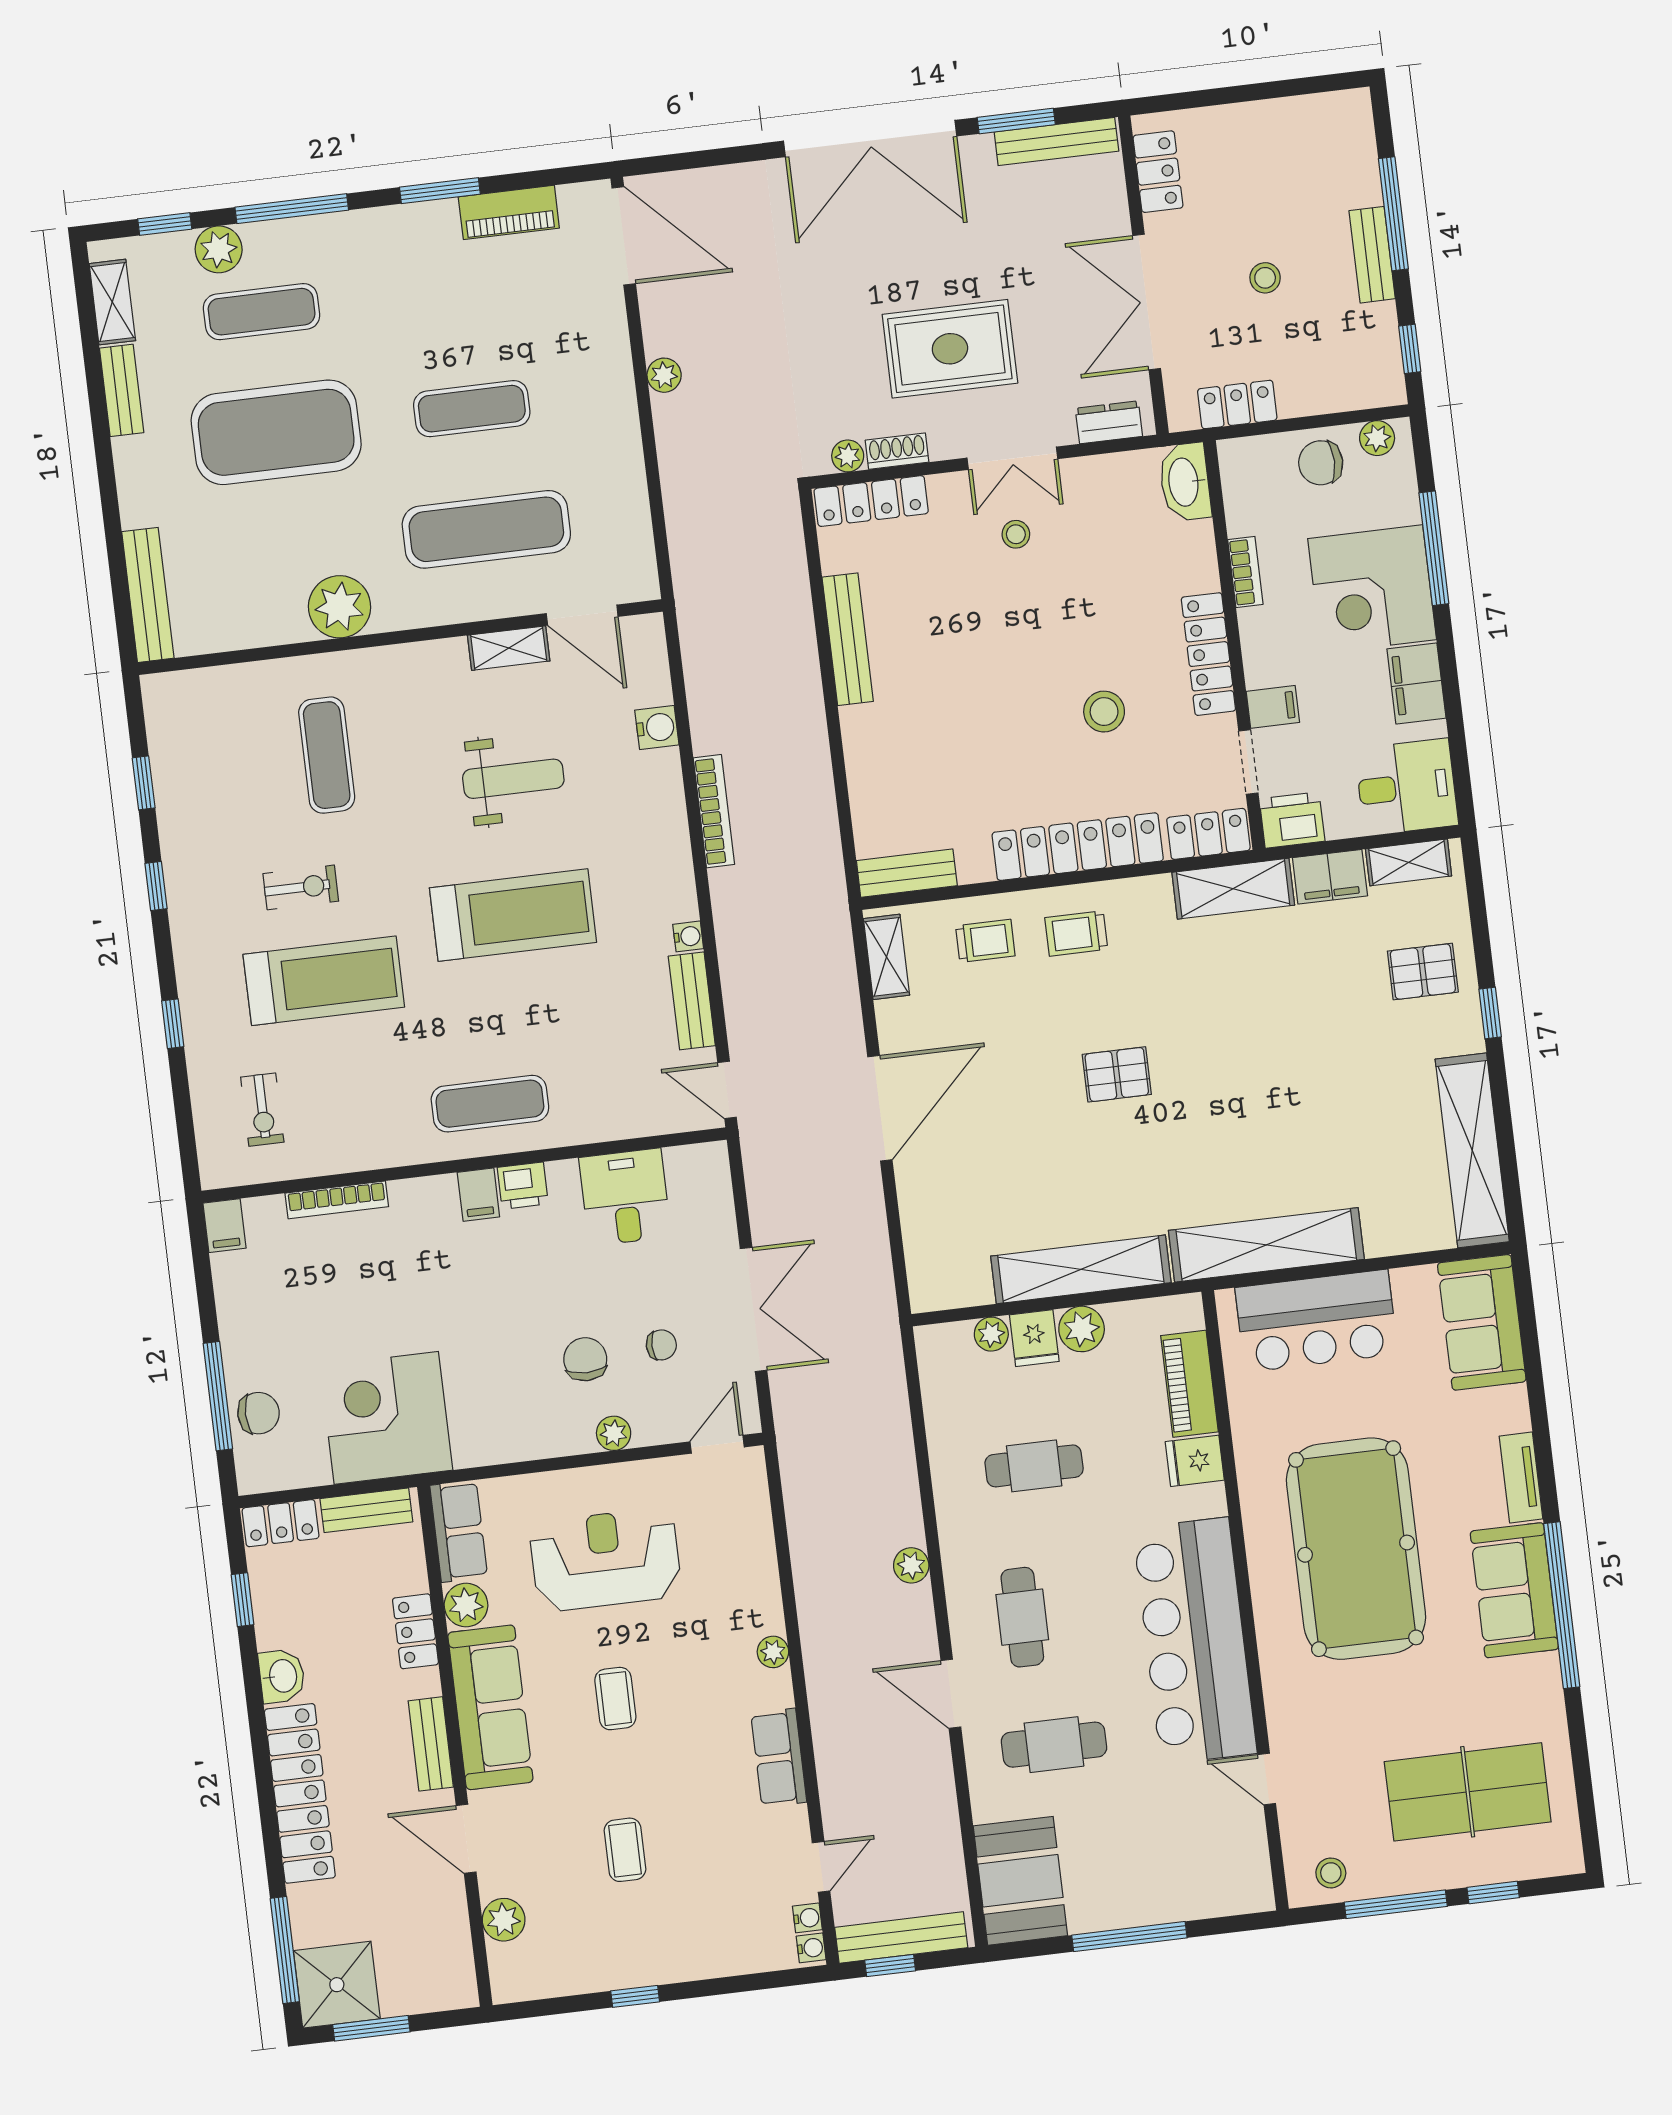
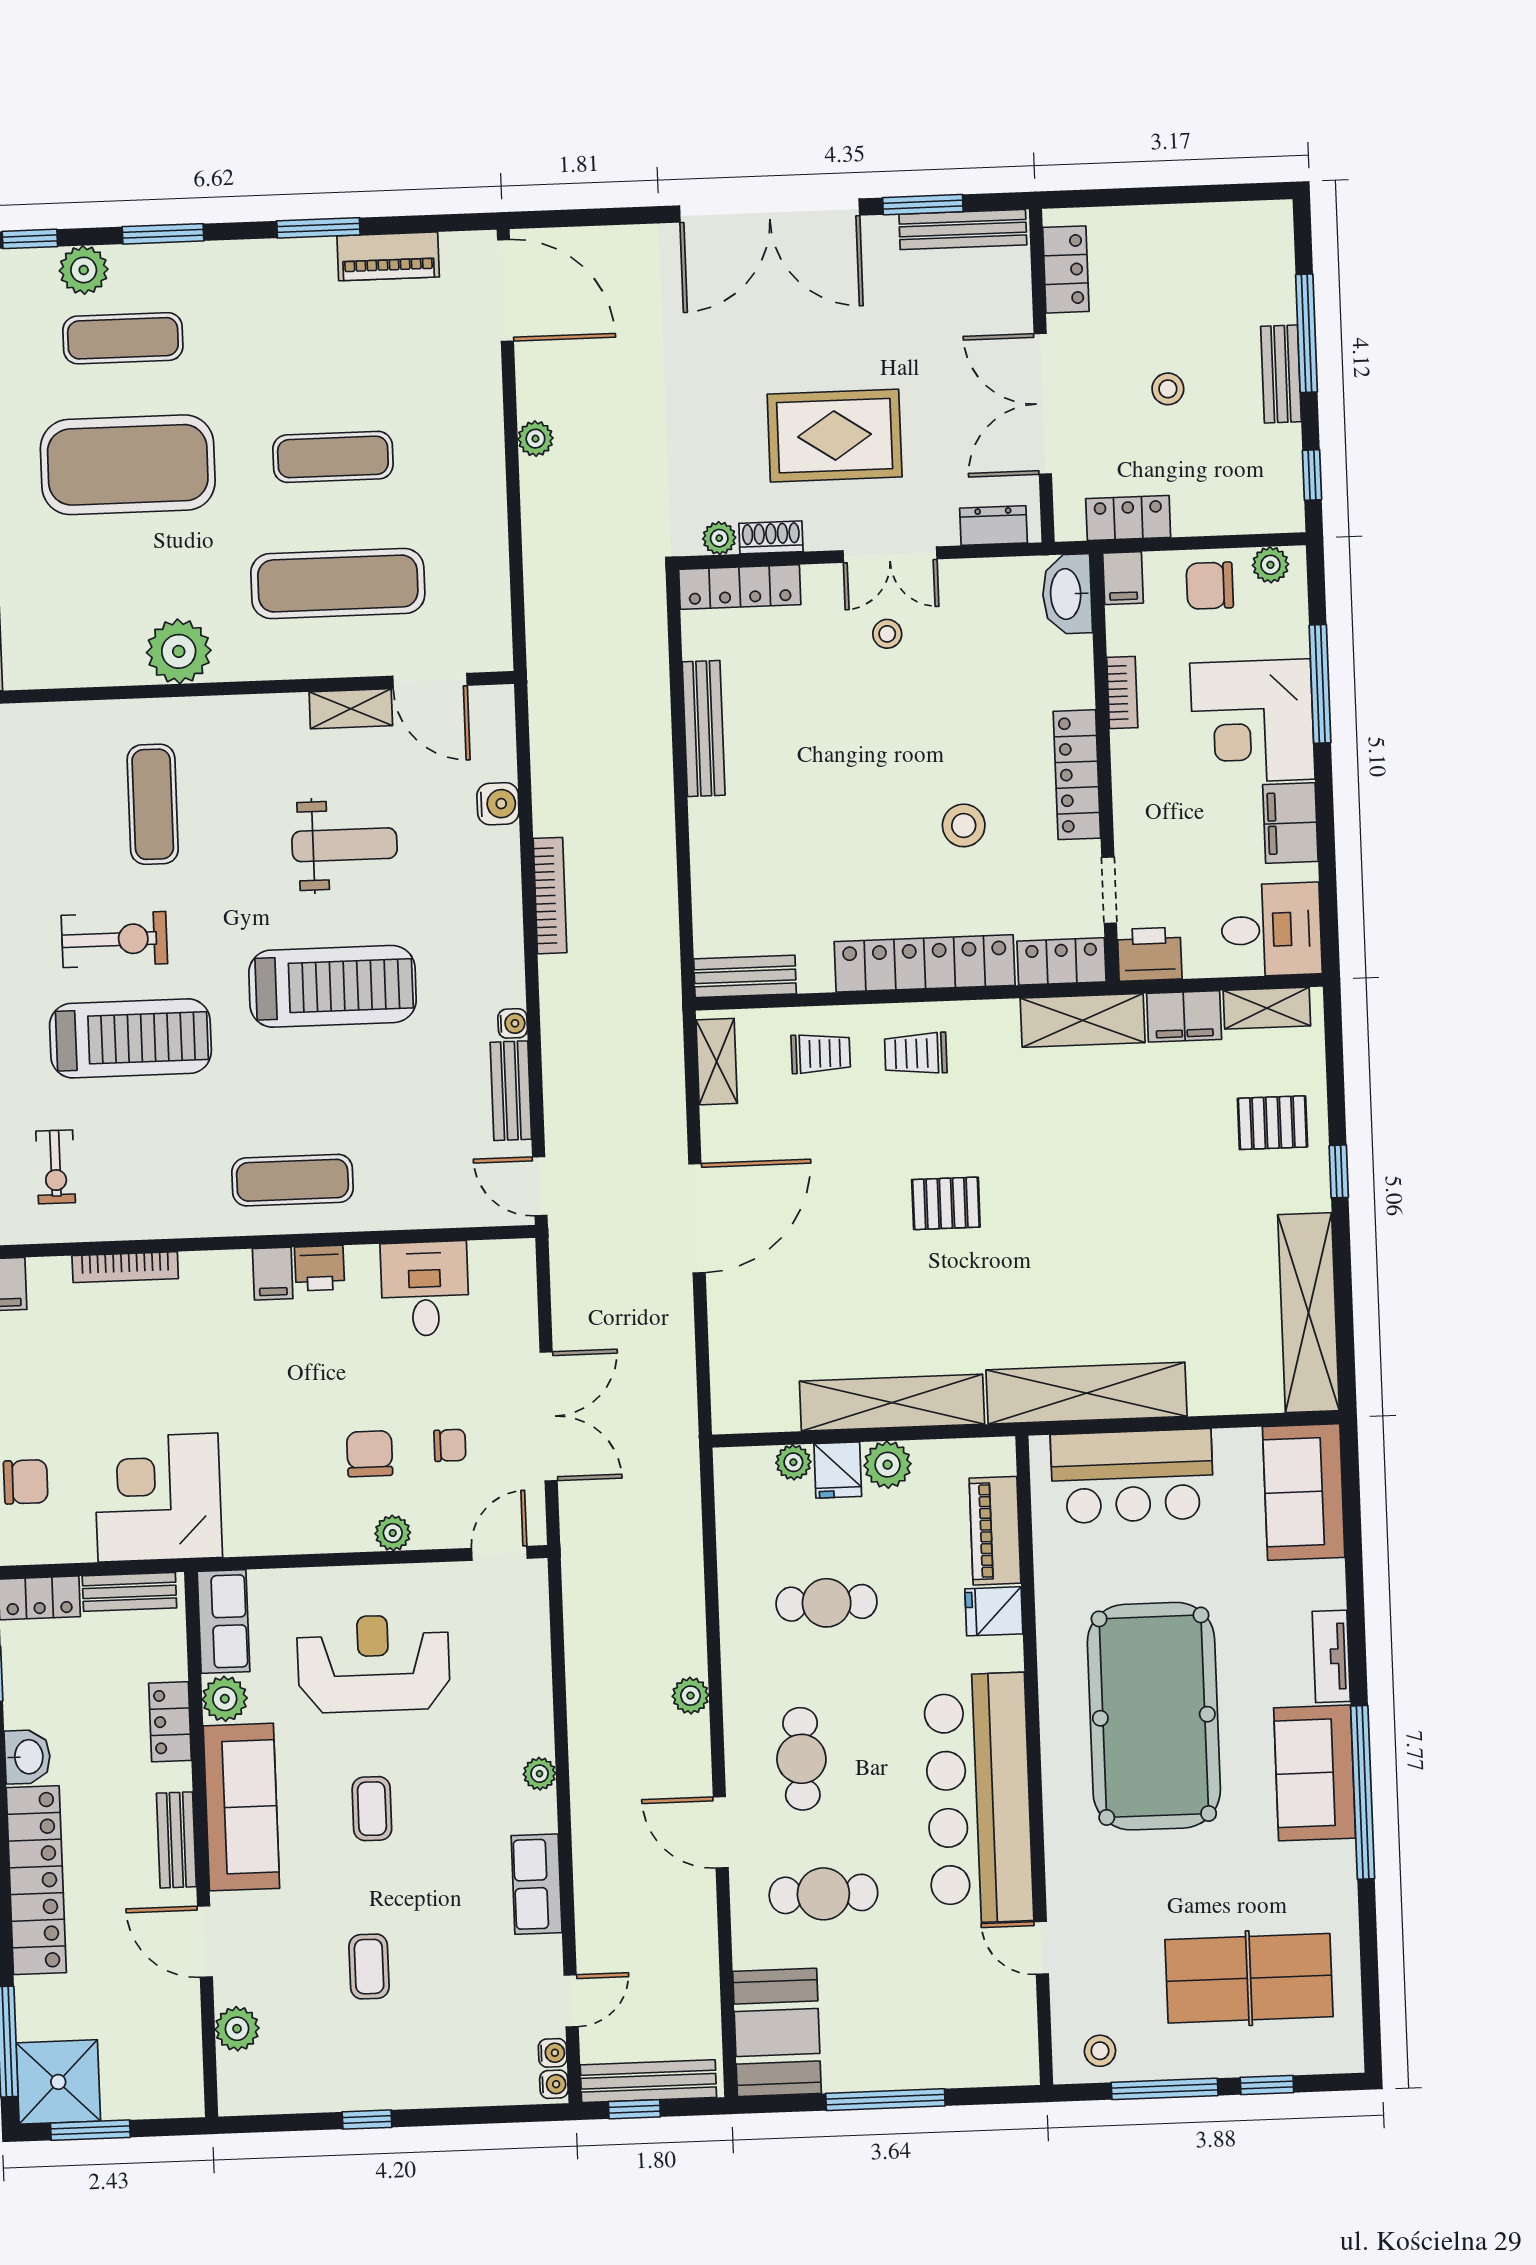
window: (292, 209) -> (163, 234), width x0.69
filing cabinet: (1273, 707) -> (1123, 578), moved, turned 90
exercise bike: (301, 887) -> (114, 939), width x1.38, depth x1.39

